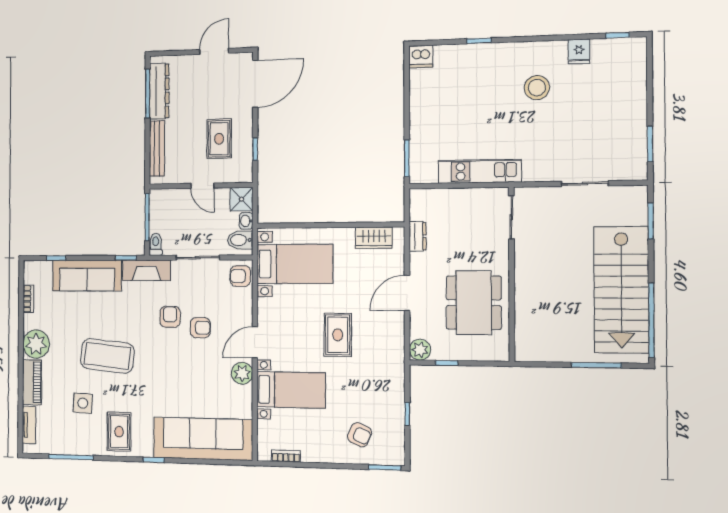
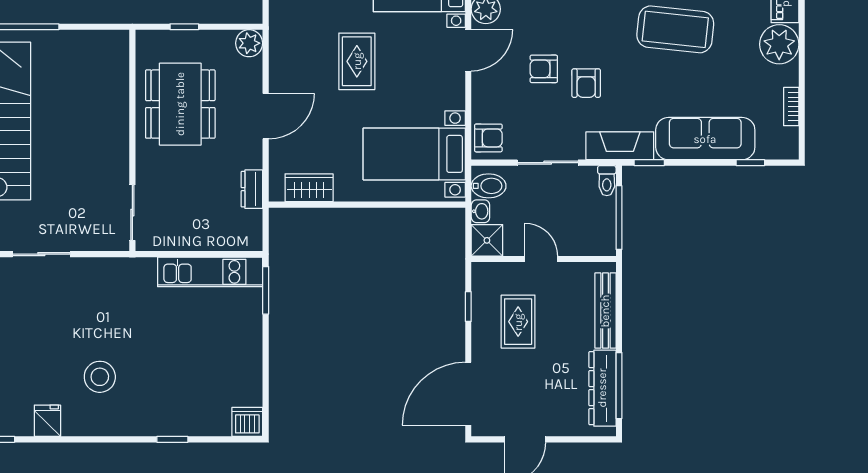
kitchen unit: (480, 171) -> (210, 272), moved
window: (447, 363) -> (184, 27), moved

